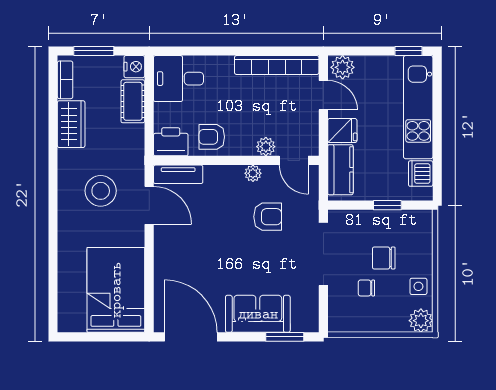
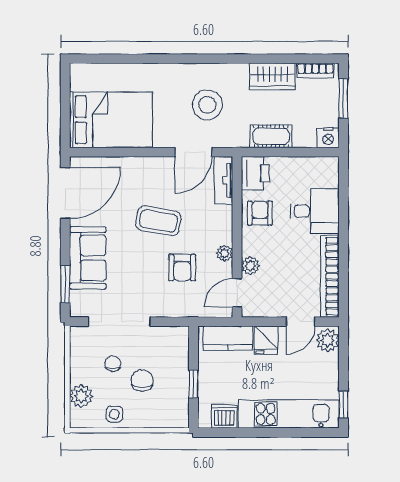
desk: (178, 79) -> (315, 211), moved, turned 90
cot: (133, 101) -> (271, 136), moved
coffee table: (220, 241) -> (158, 221), added
doorway: (323, 254) -> (119, 322), moved
plant: (421, 321) -> (81, 396), moved

